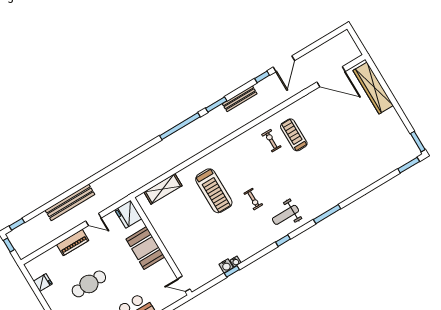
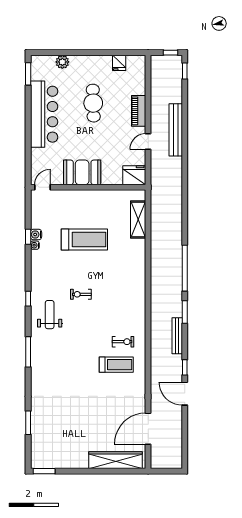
window: (409, 165) -> (28, 423), moved
treadmill: (214, 191) -> (84, 239), moved, turned 180
booth: (145, 248) -> (82, 172), moved

